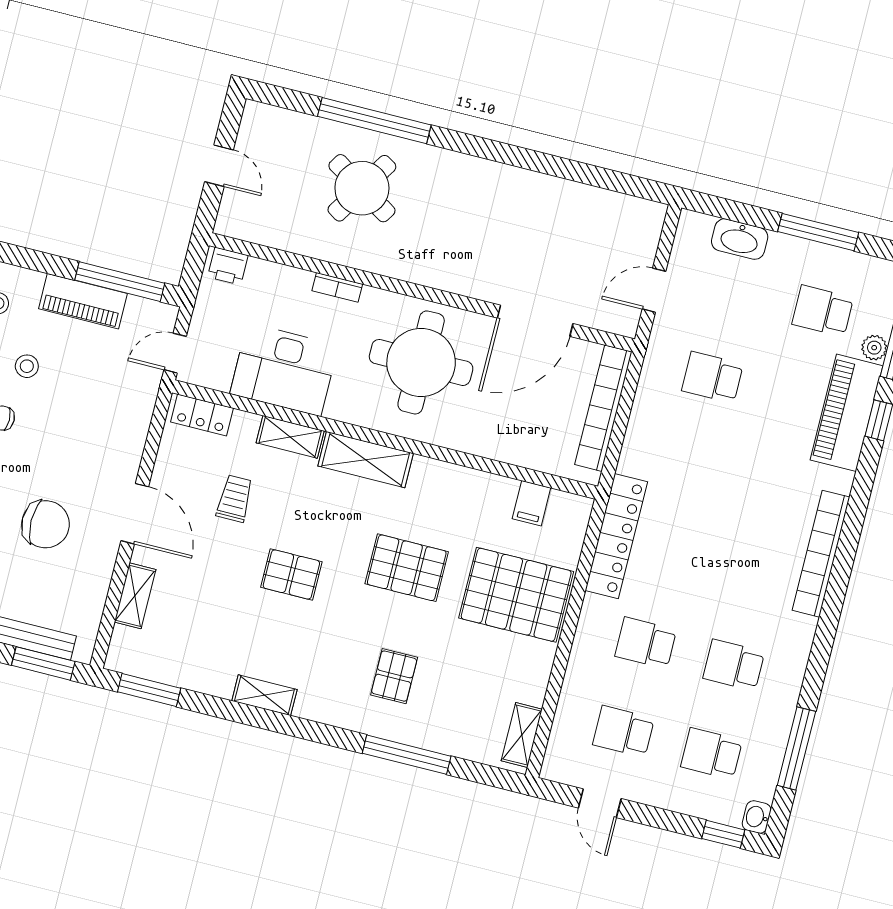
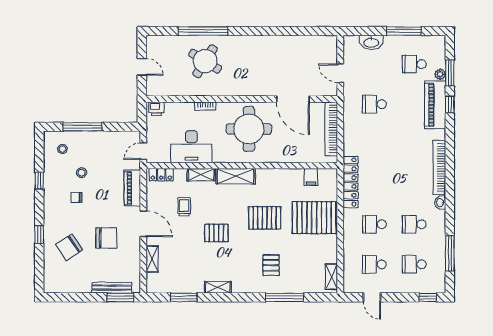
window: (120, 282) -> (82, 127), moved
door: (654, 290) -> (340, 73), hinge flipped
piano: (83, 301) -> (132, 188), moved, turned 90
door: (535, 321) -> (293, 99), hinge flipped
window: (149, 690) -> (184, 297), moved
washbasin: (757, 817) -> (440, 203), moved

